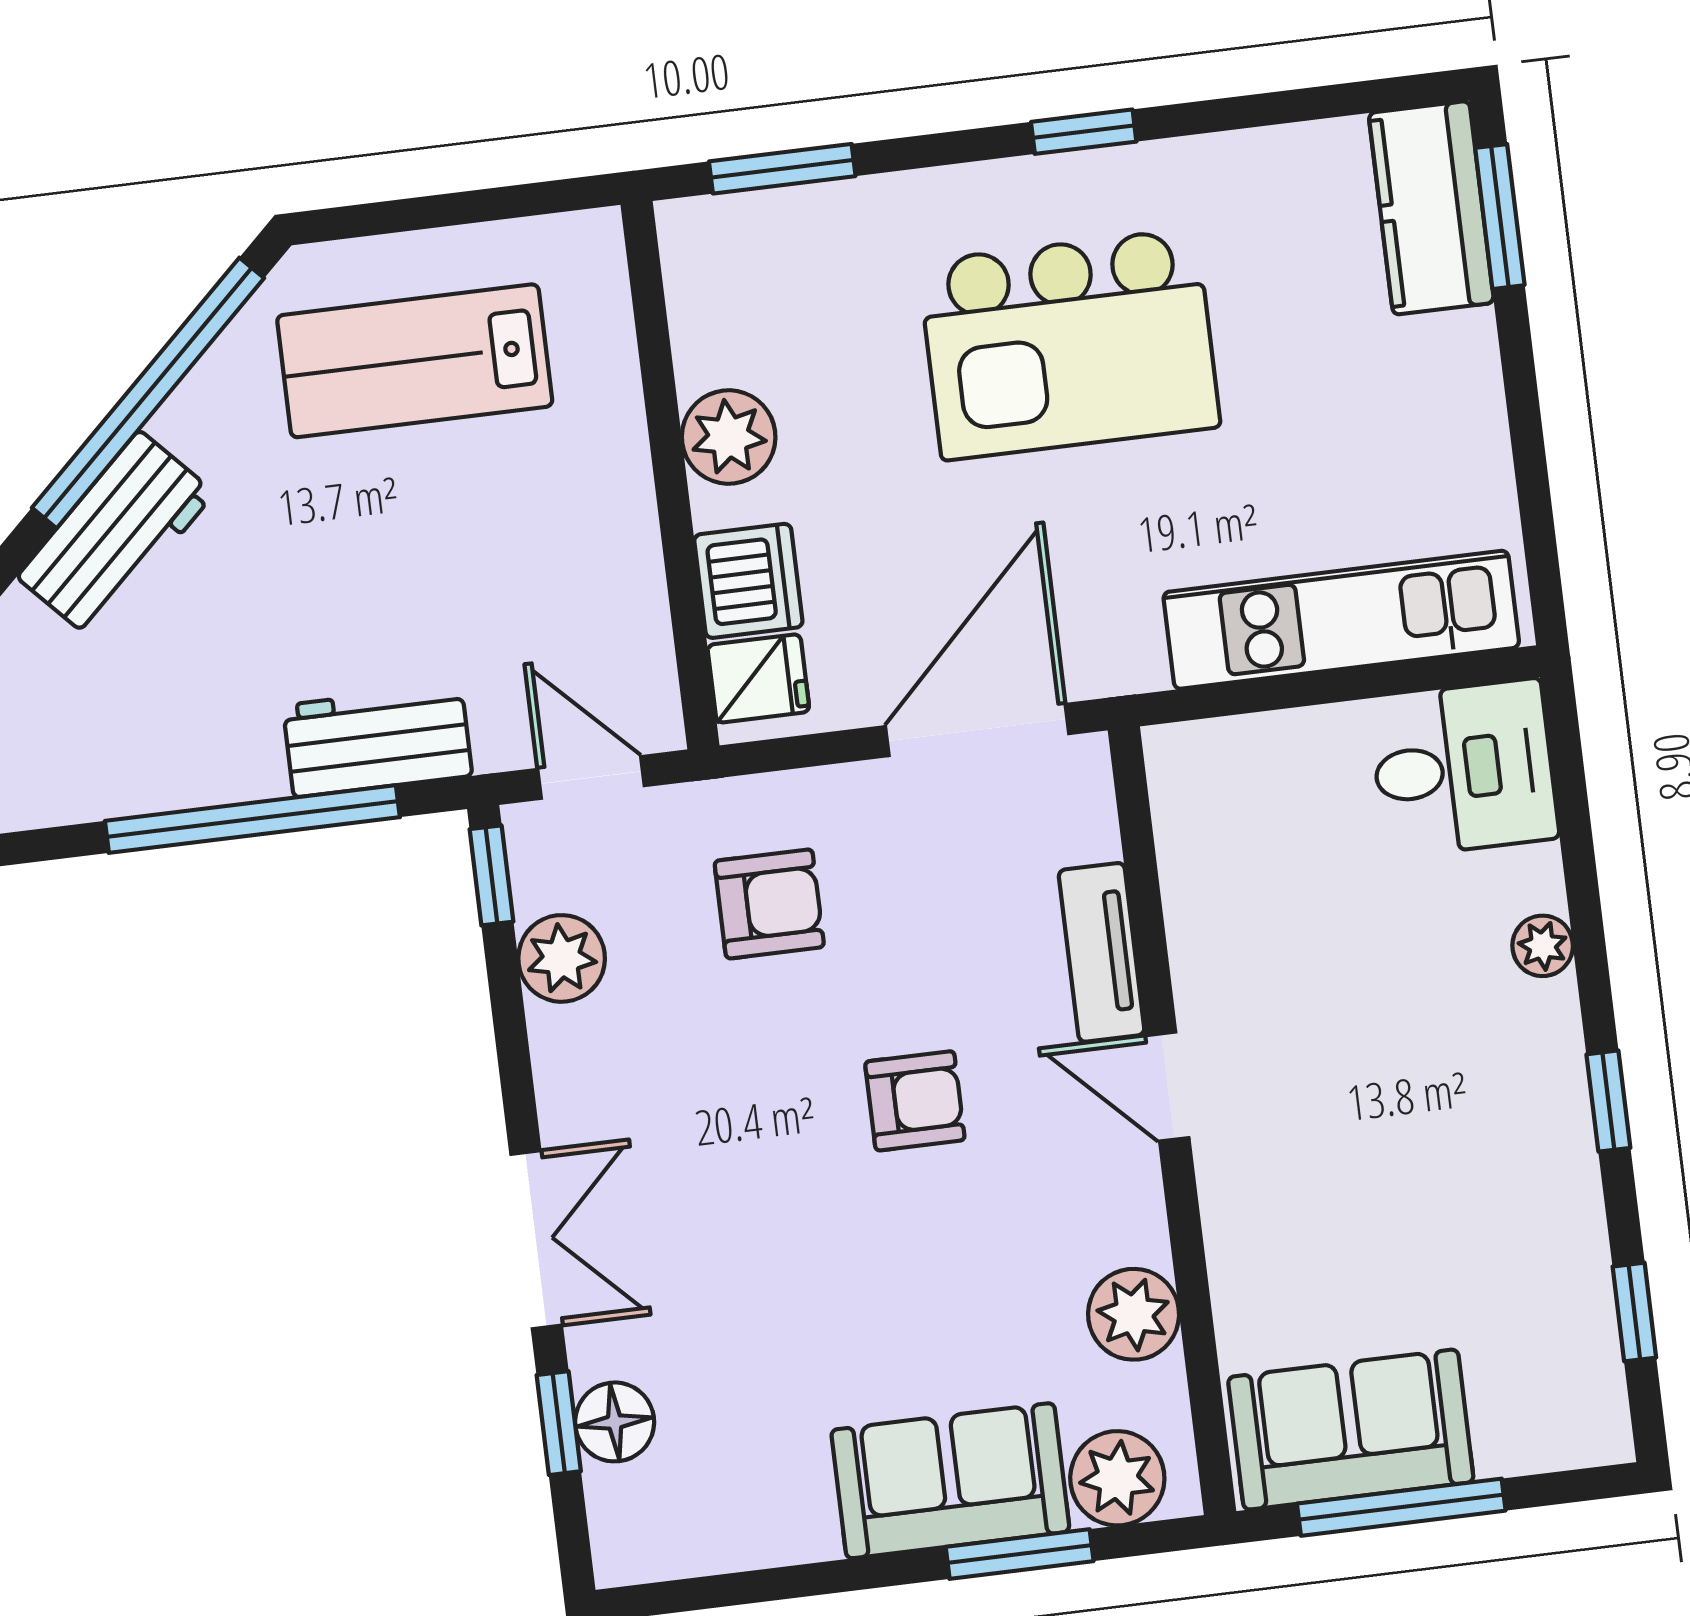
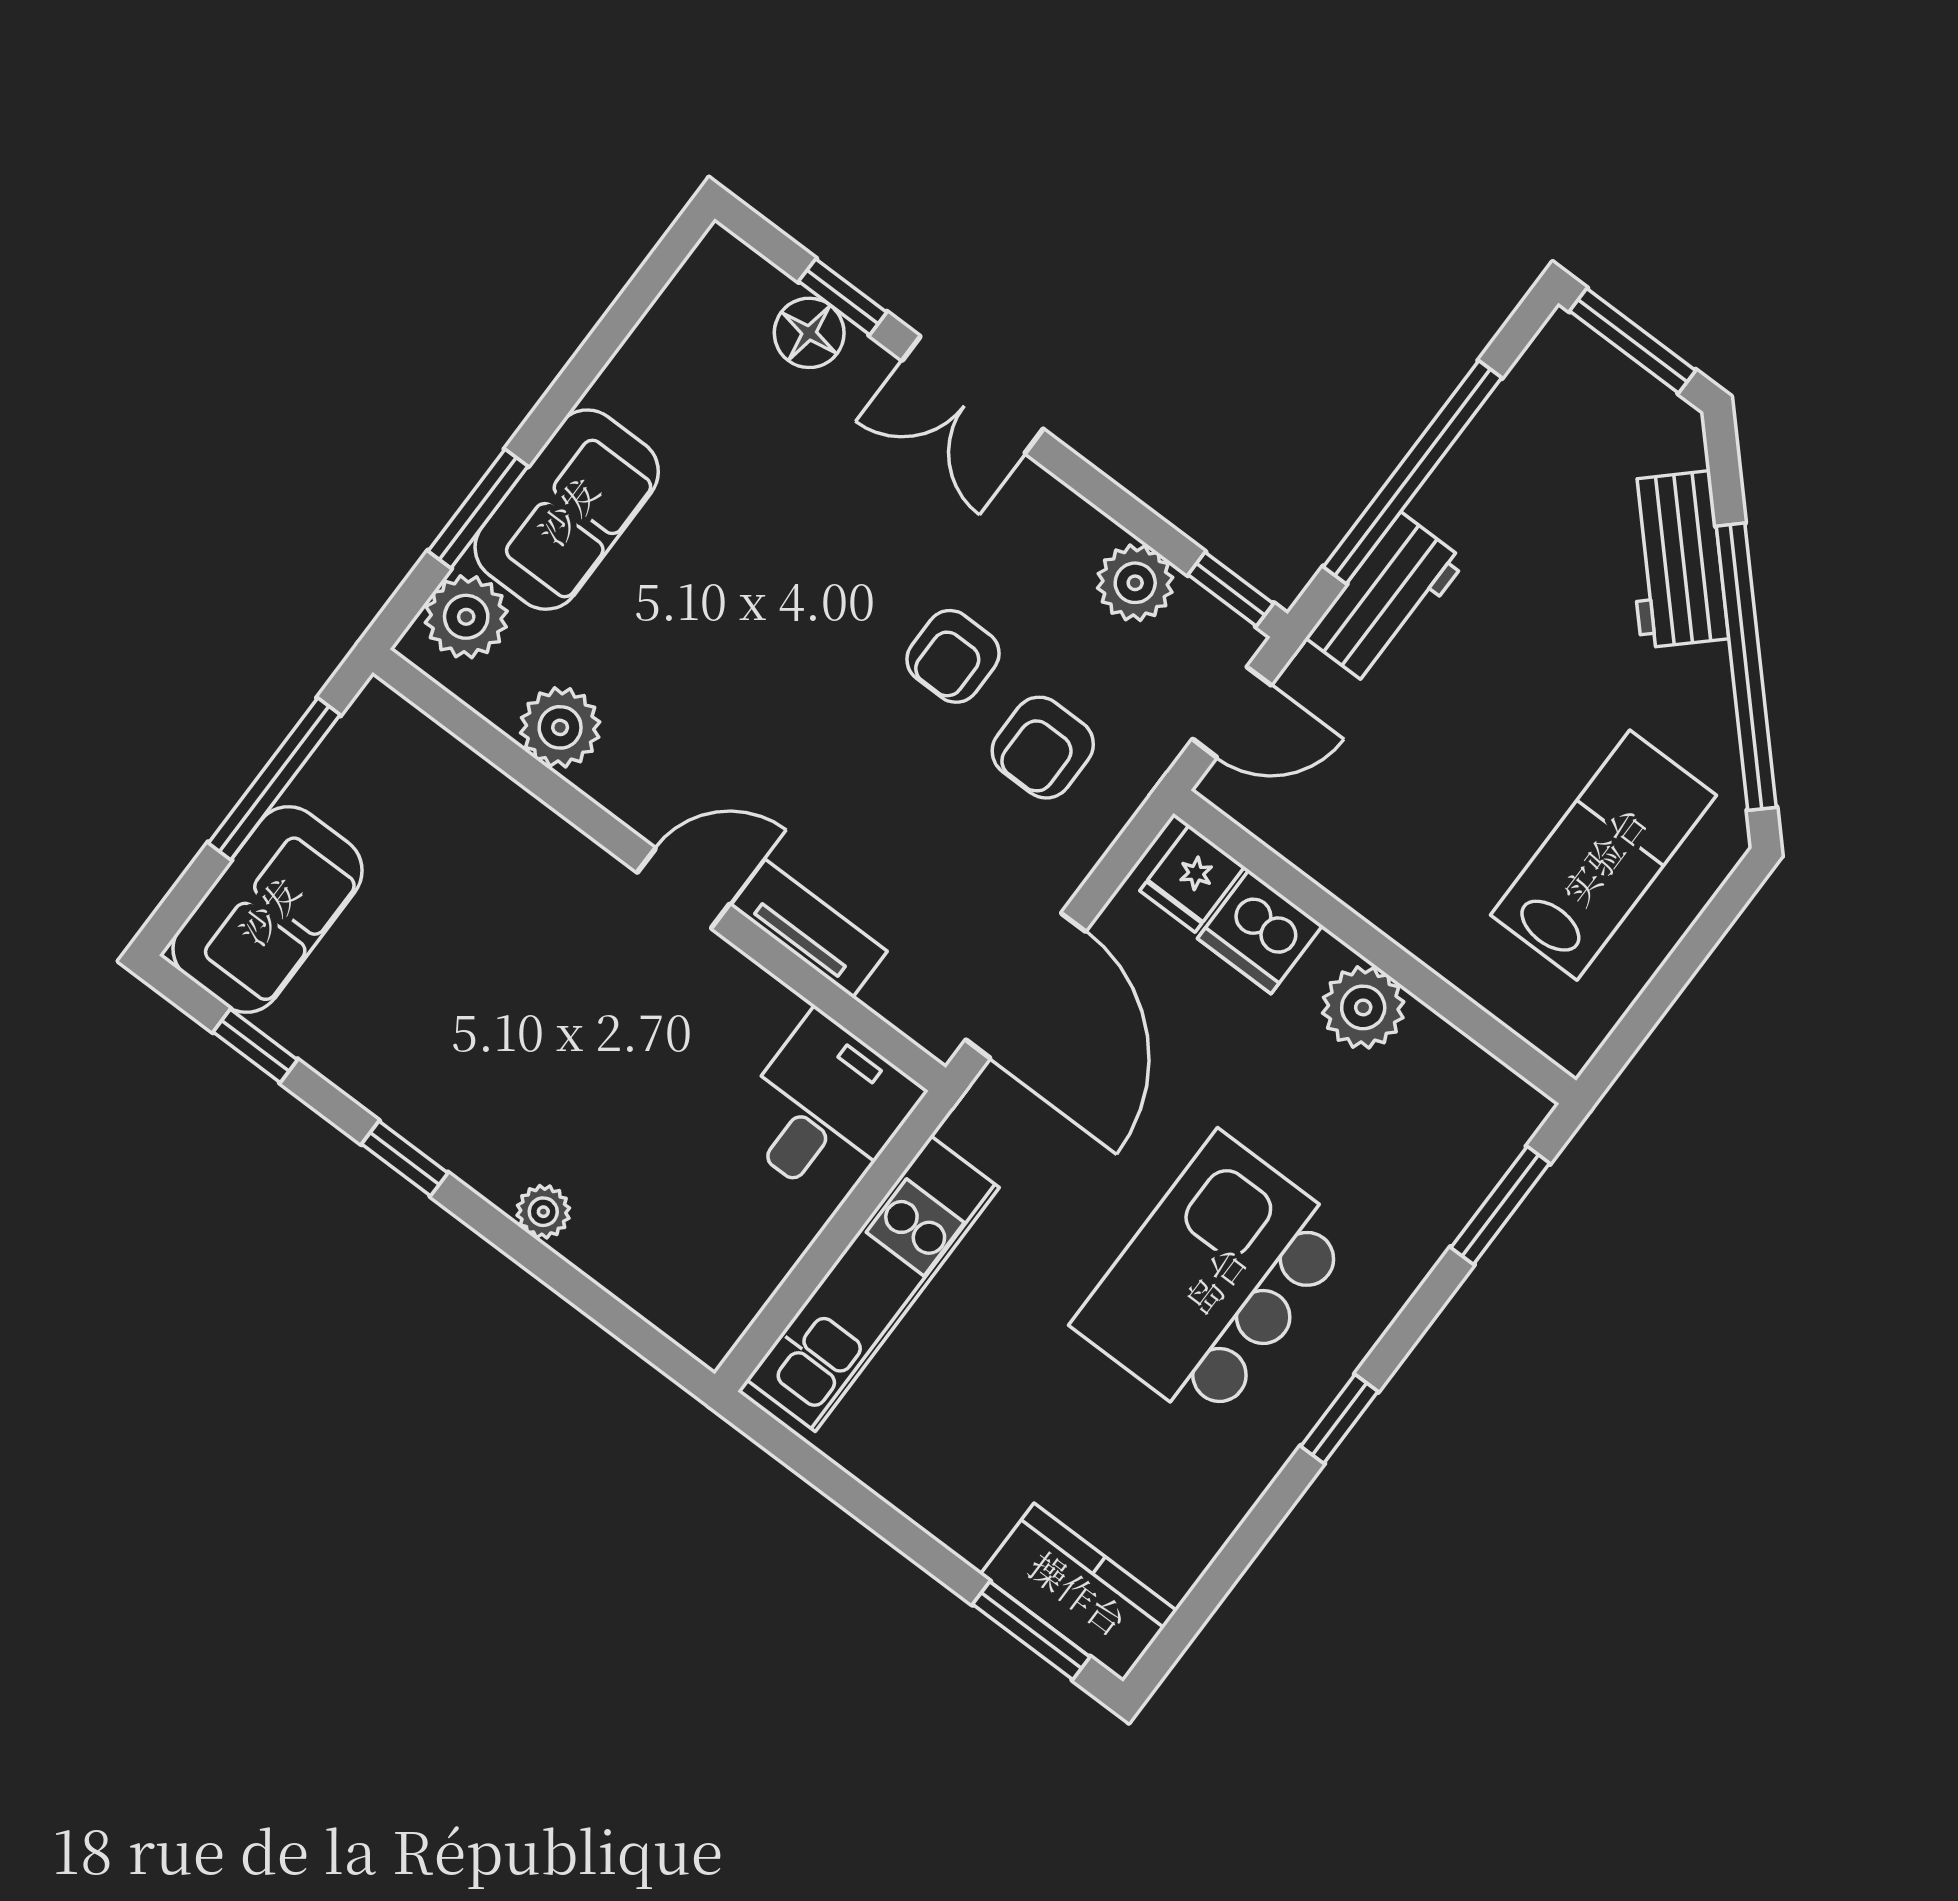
desk: (1463, 768) -> (825, 1109), moved, turned 180
armchair: (915, 1101) -> (953, 656), moved
sofa: (1351, 1430) -> (268, 910), moved

